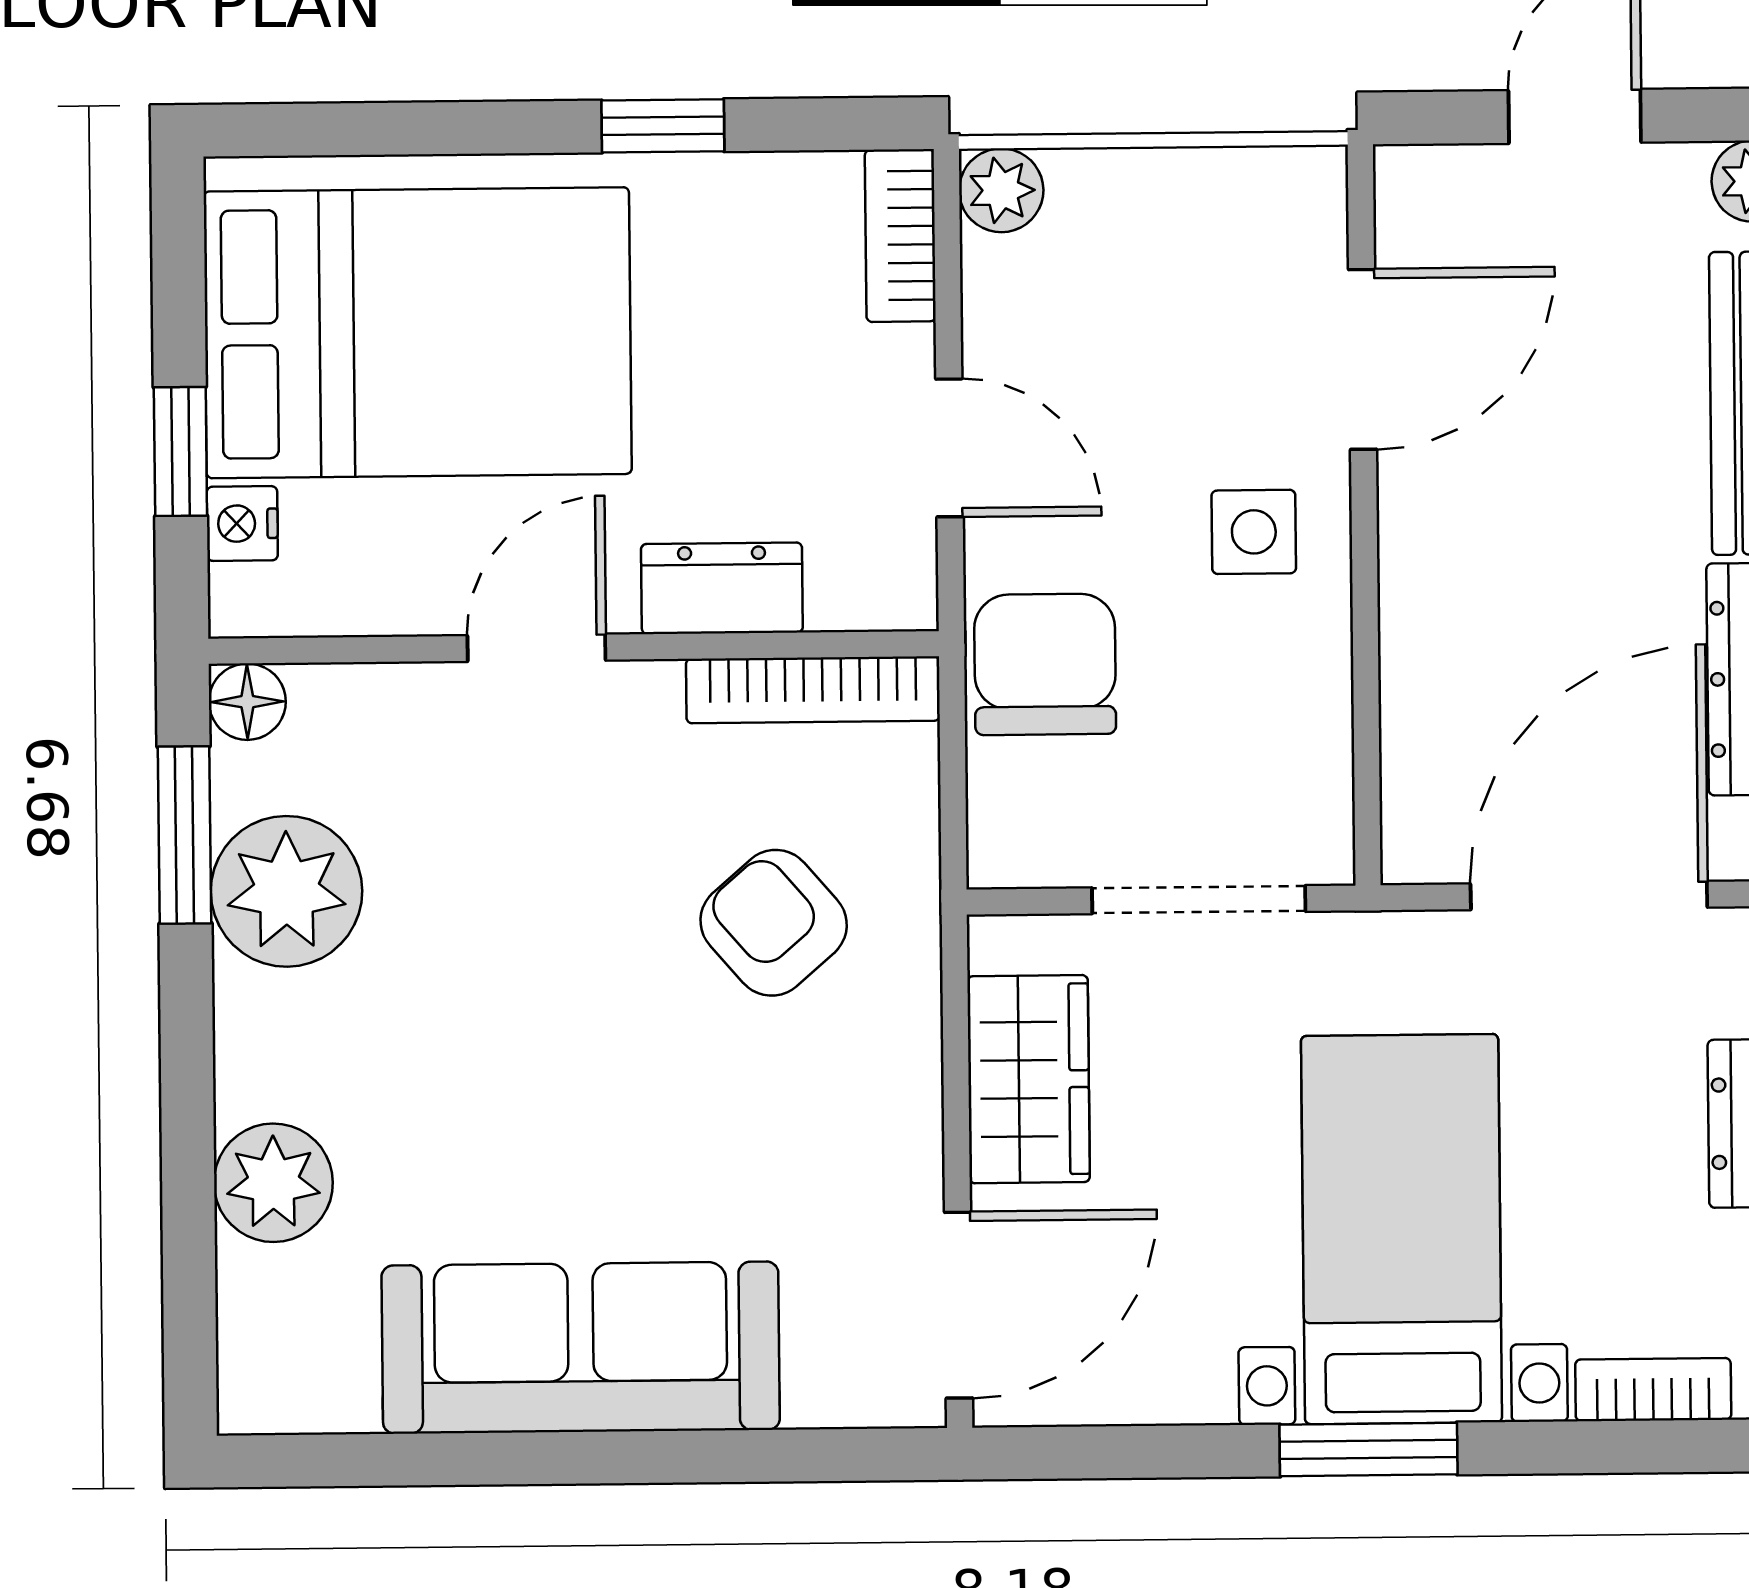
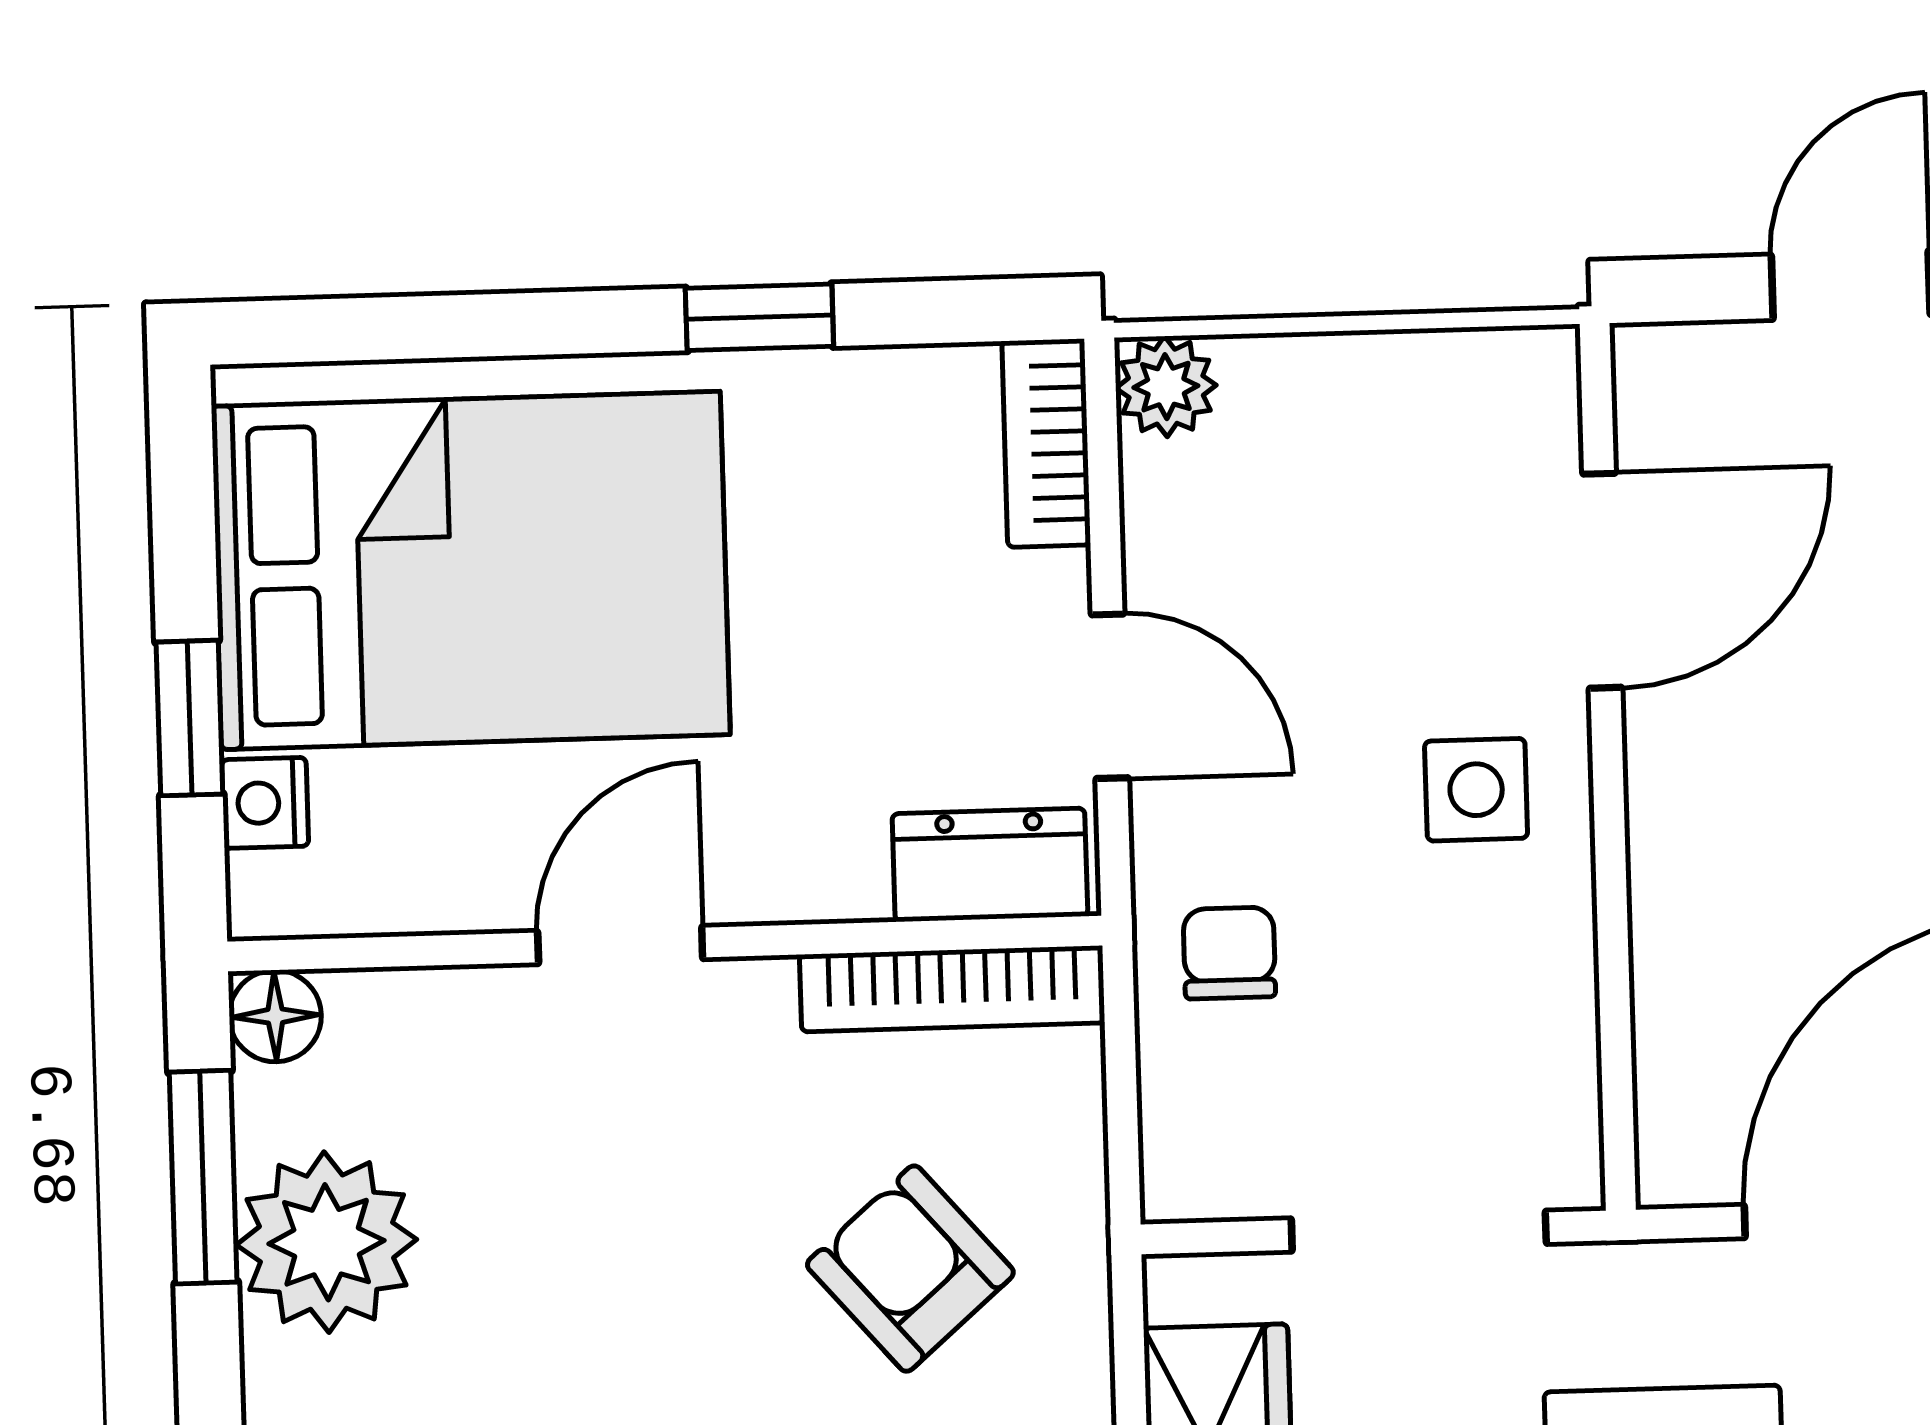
dresser: (722, 588) -> (990, 865), moved
chair: (1045, 664) -> (1229, 953), width x0.54, depth x0.54

